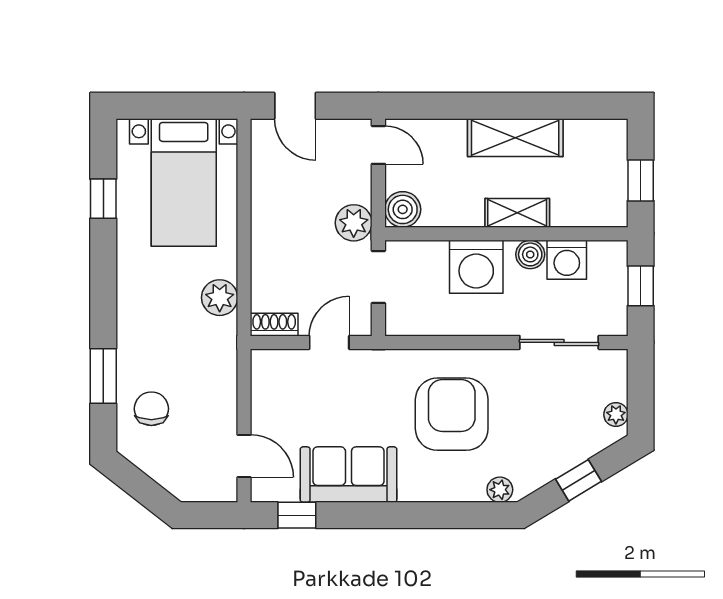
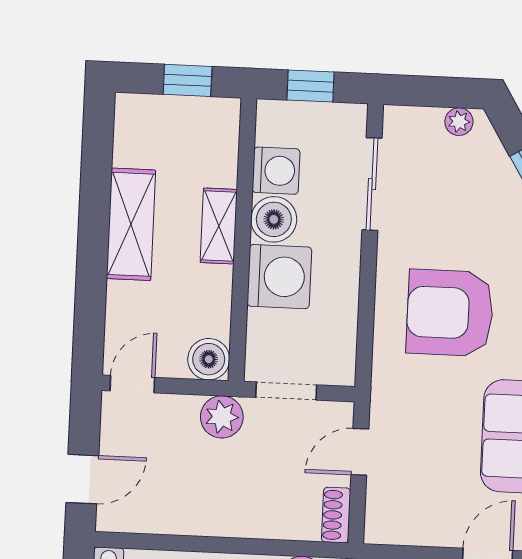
boiler: (530, 254) -> (274, 219), width x1.36, depth x1.36
door: (329, 342) -> (360, 452), hinge flipped

